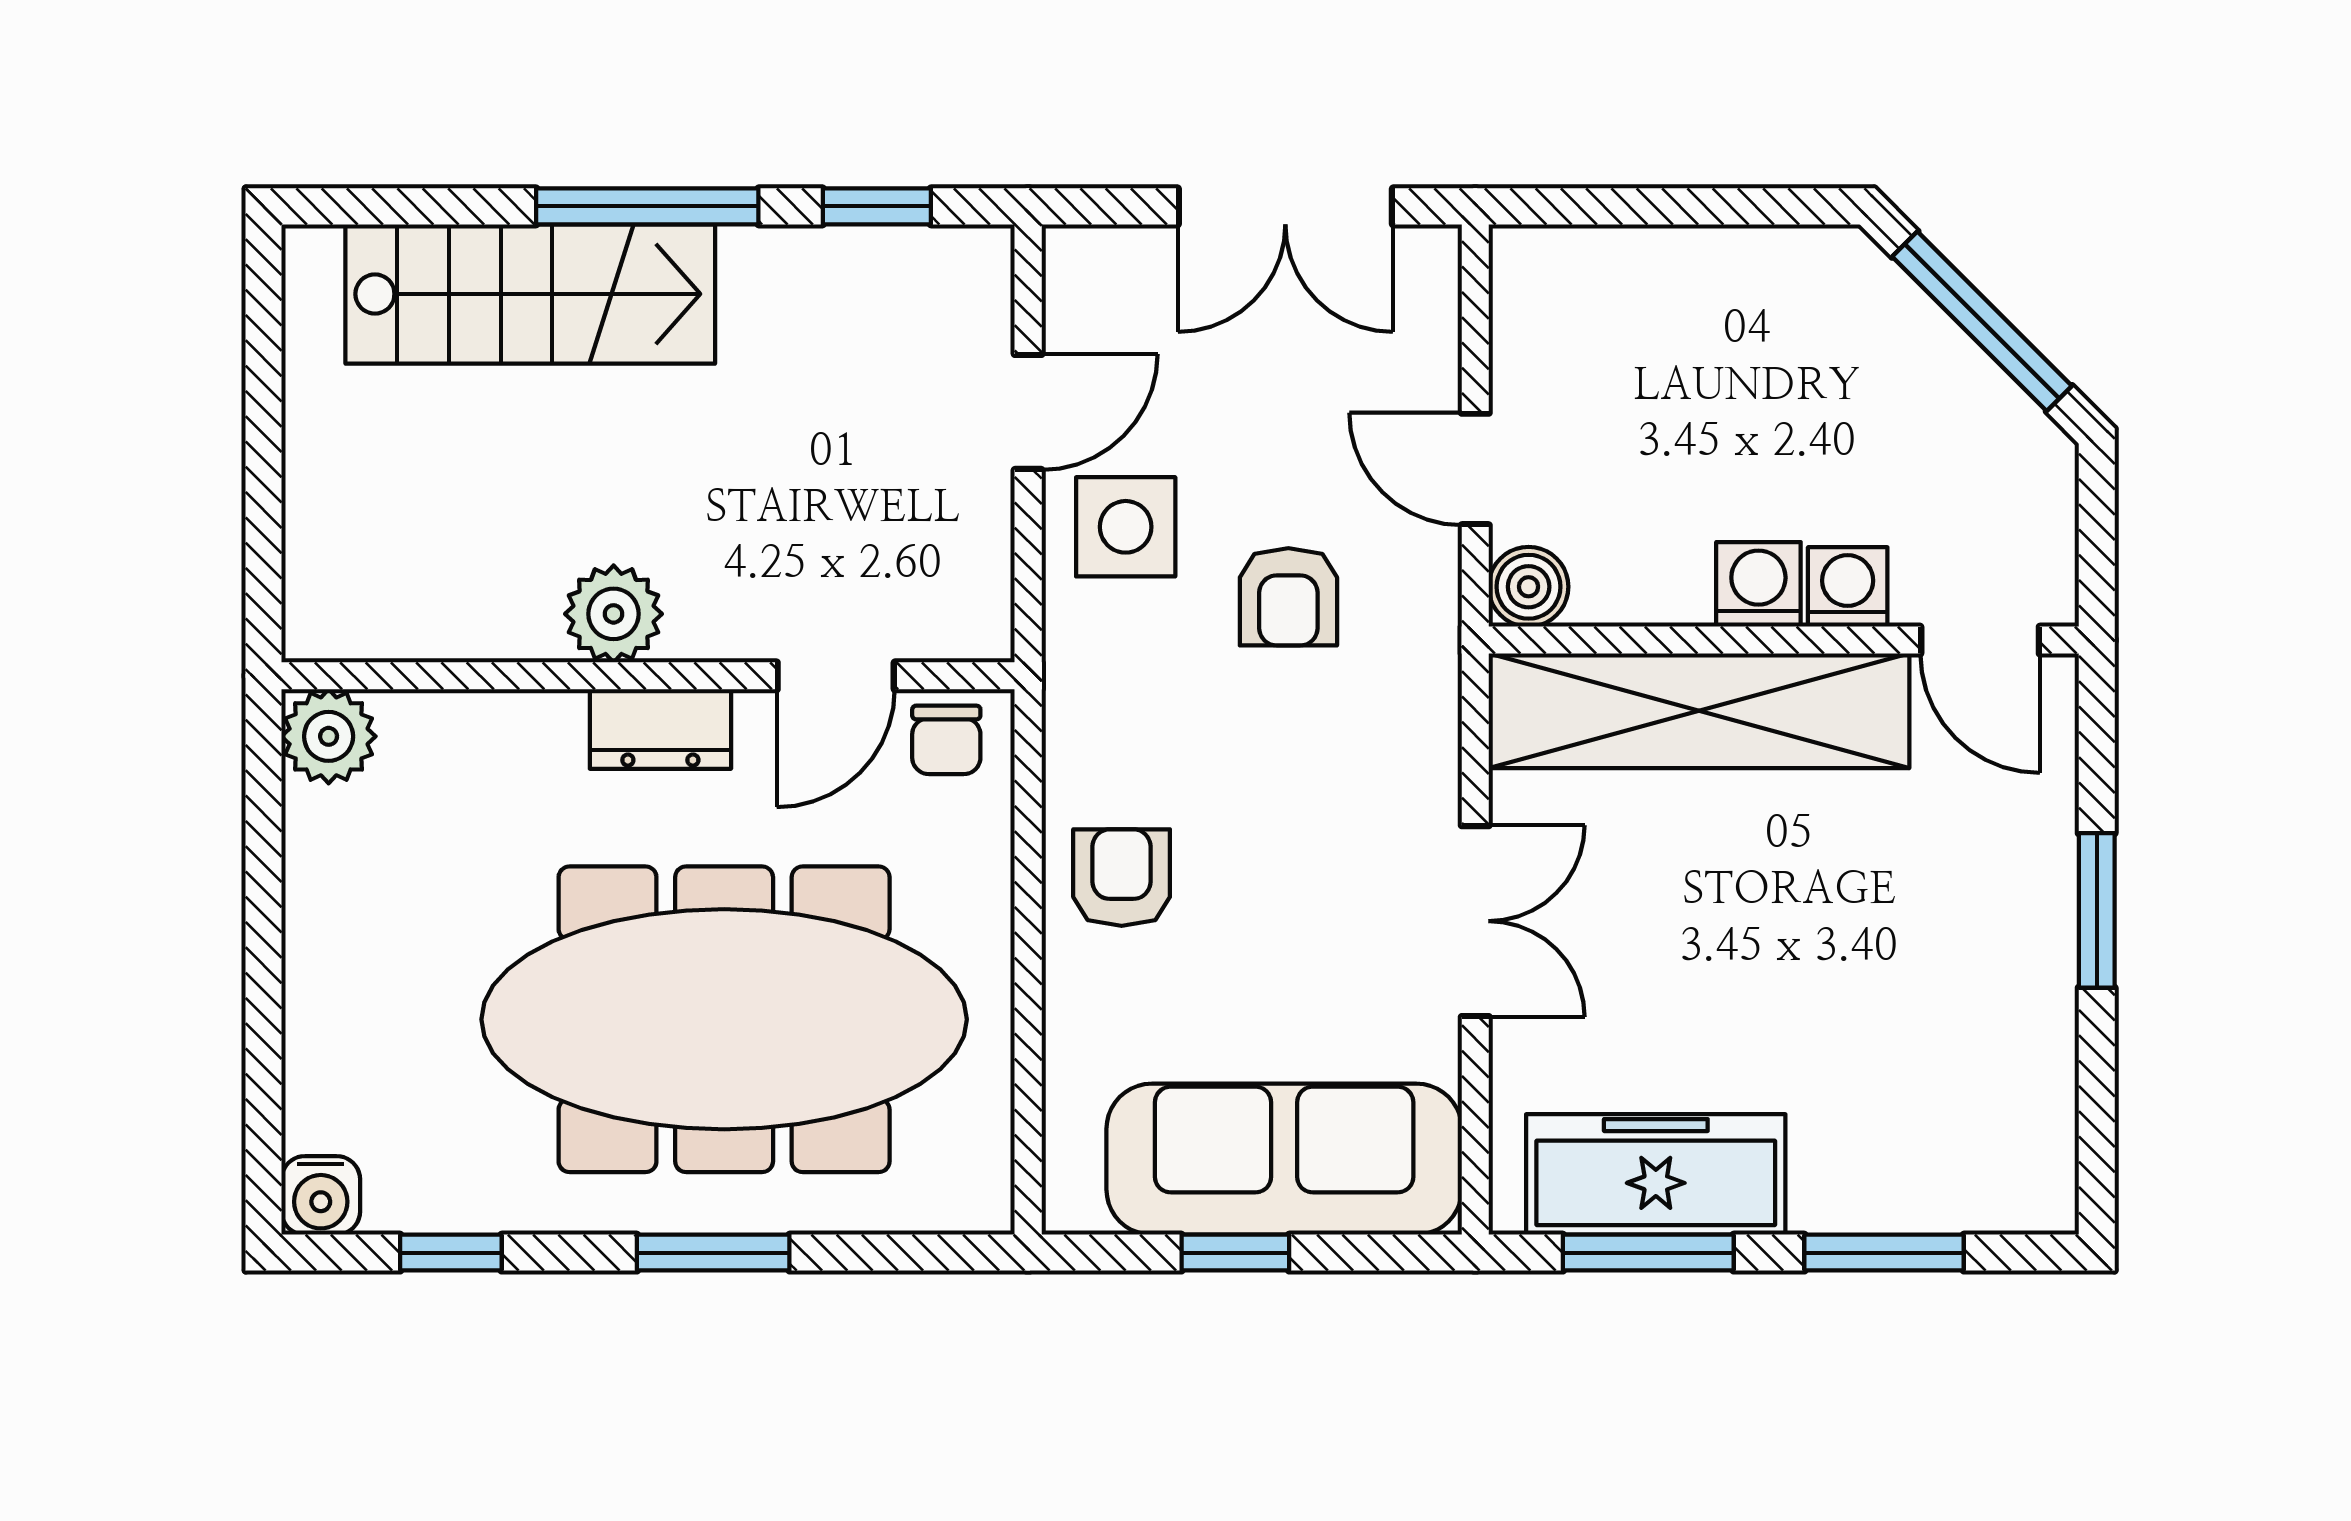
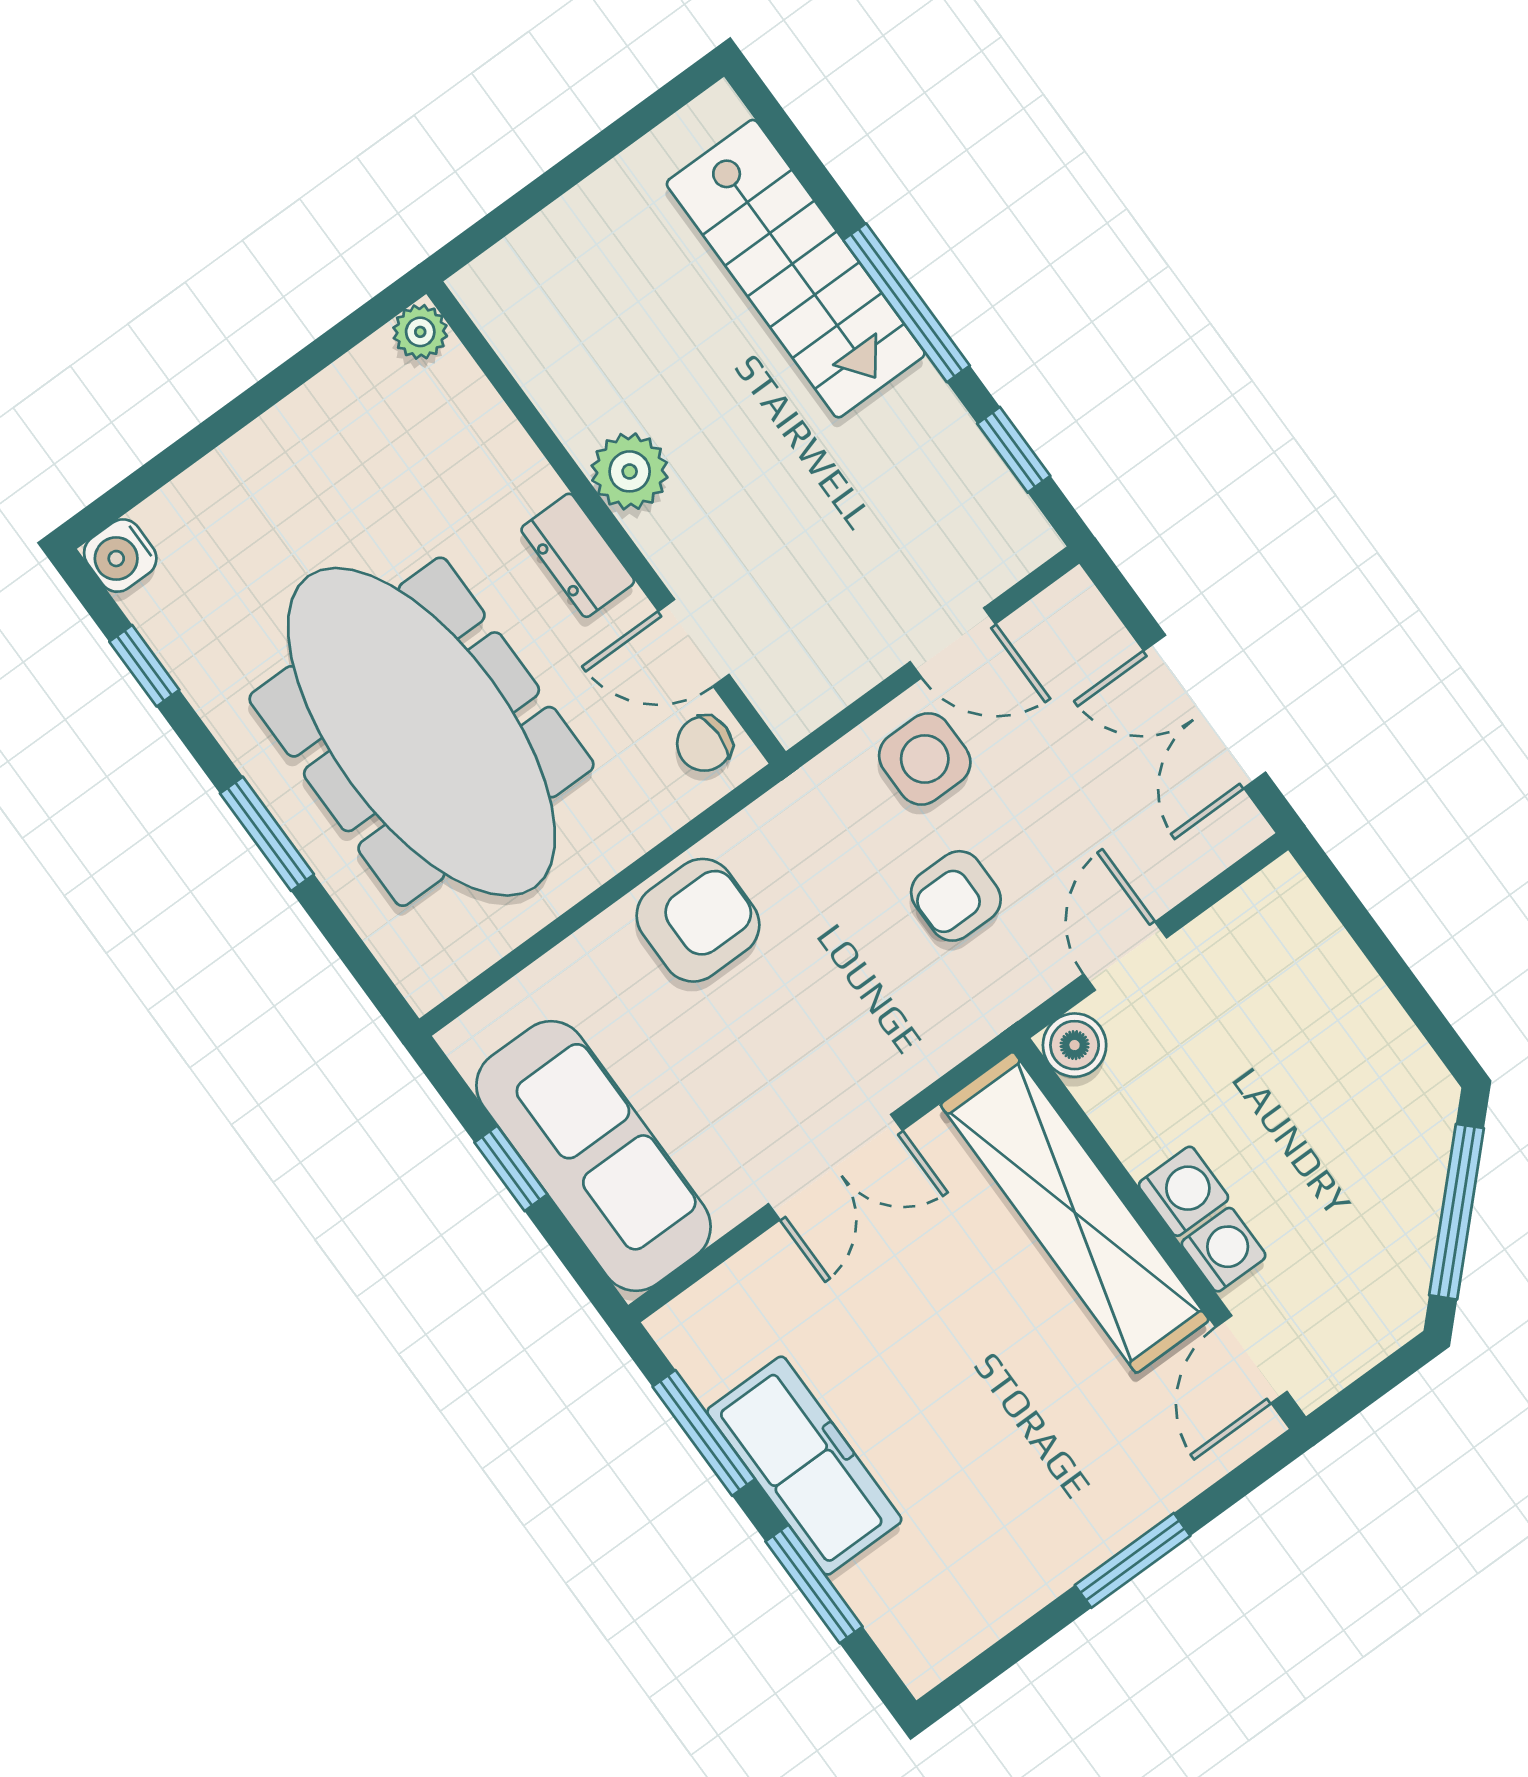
plant: (329, 736) -> (420, 332), width x0.73, depth x0.73
armchair: (1122, 878) -> (698, 920), width x1.38, depth x1.38
freezer: (1656, 1174) -> (804, 1466), moved

